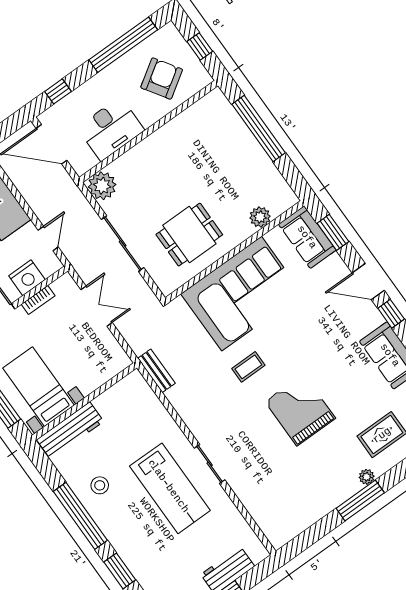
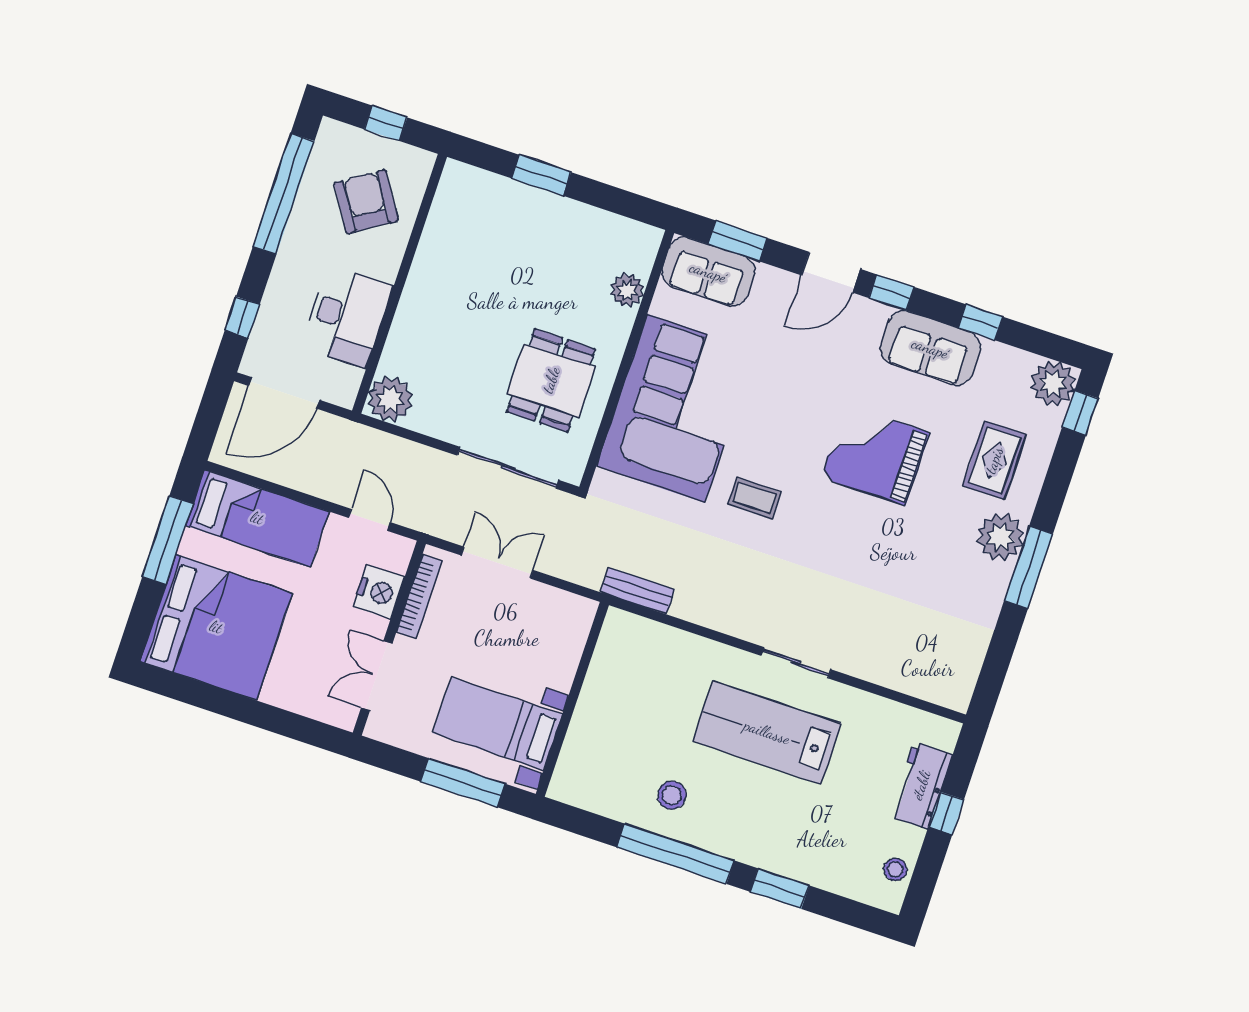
window: (259, 129) -> (541, 175), width x0.47
sliding door: (123, 244) -> (508, 468), moved
bookcase: (38, 300) -> (419, 596), width x1.56
coffee table: (248, 367) -> (754, 498), turned 90
grand piano: (300, 410) -> (875, 455), moved
workbench: (70, 431) -> (581, 752), removed
plant: (367, 477) -> (1000, 537), width x1.88, depth x1.88
lab bench: (170, 488) -> (767, 732), turned 180

